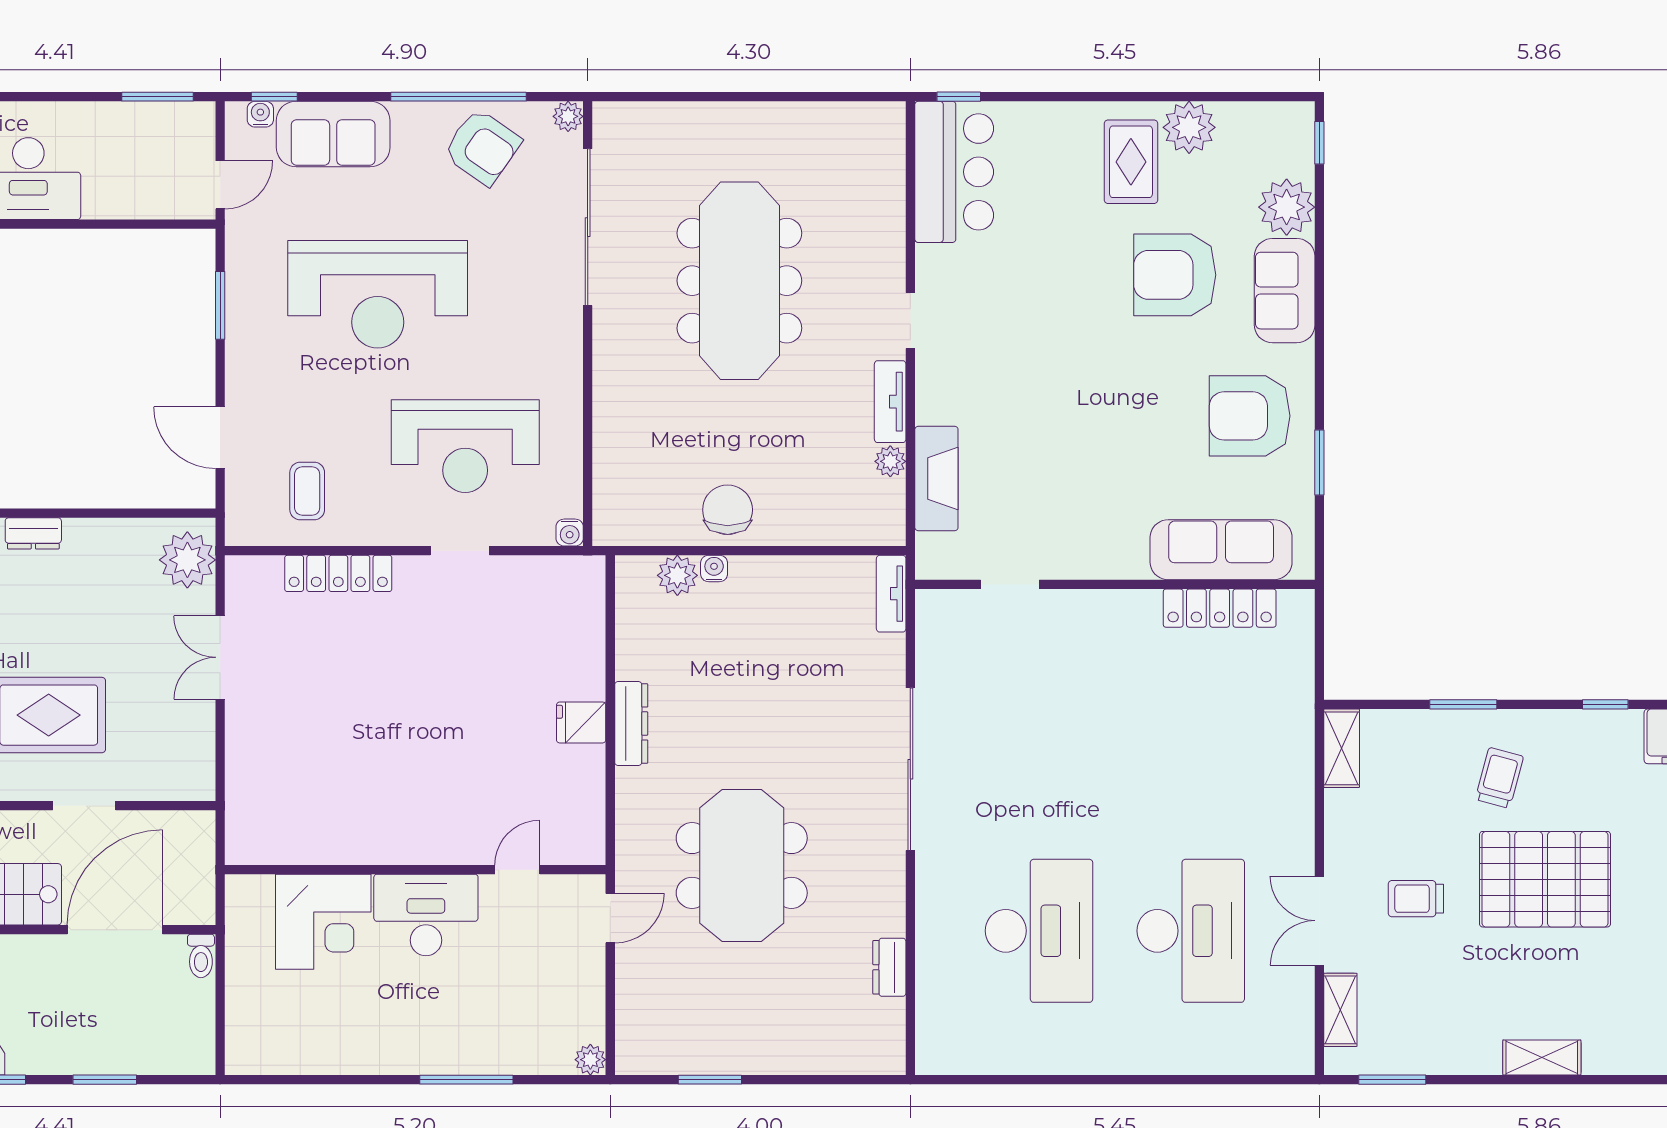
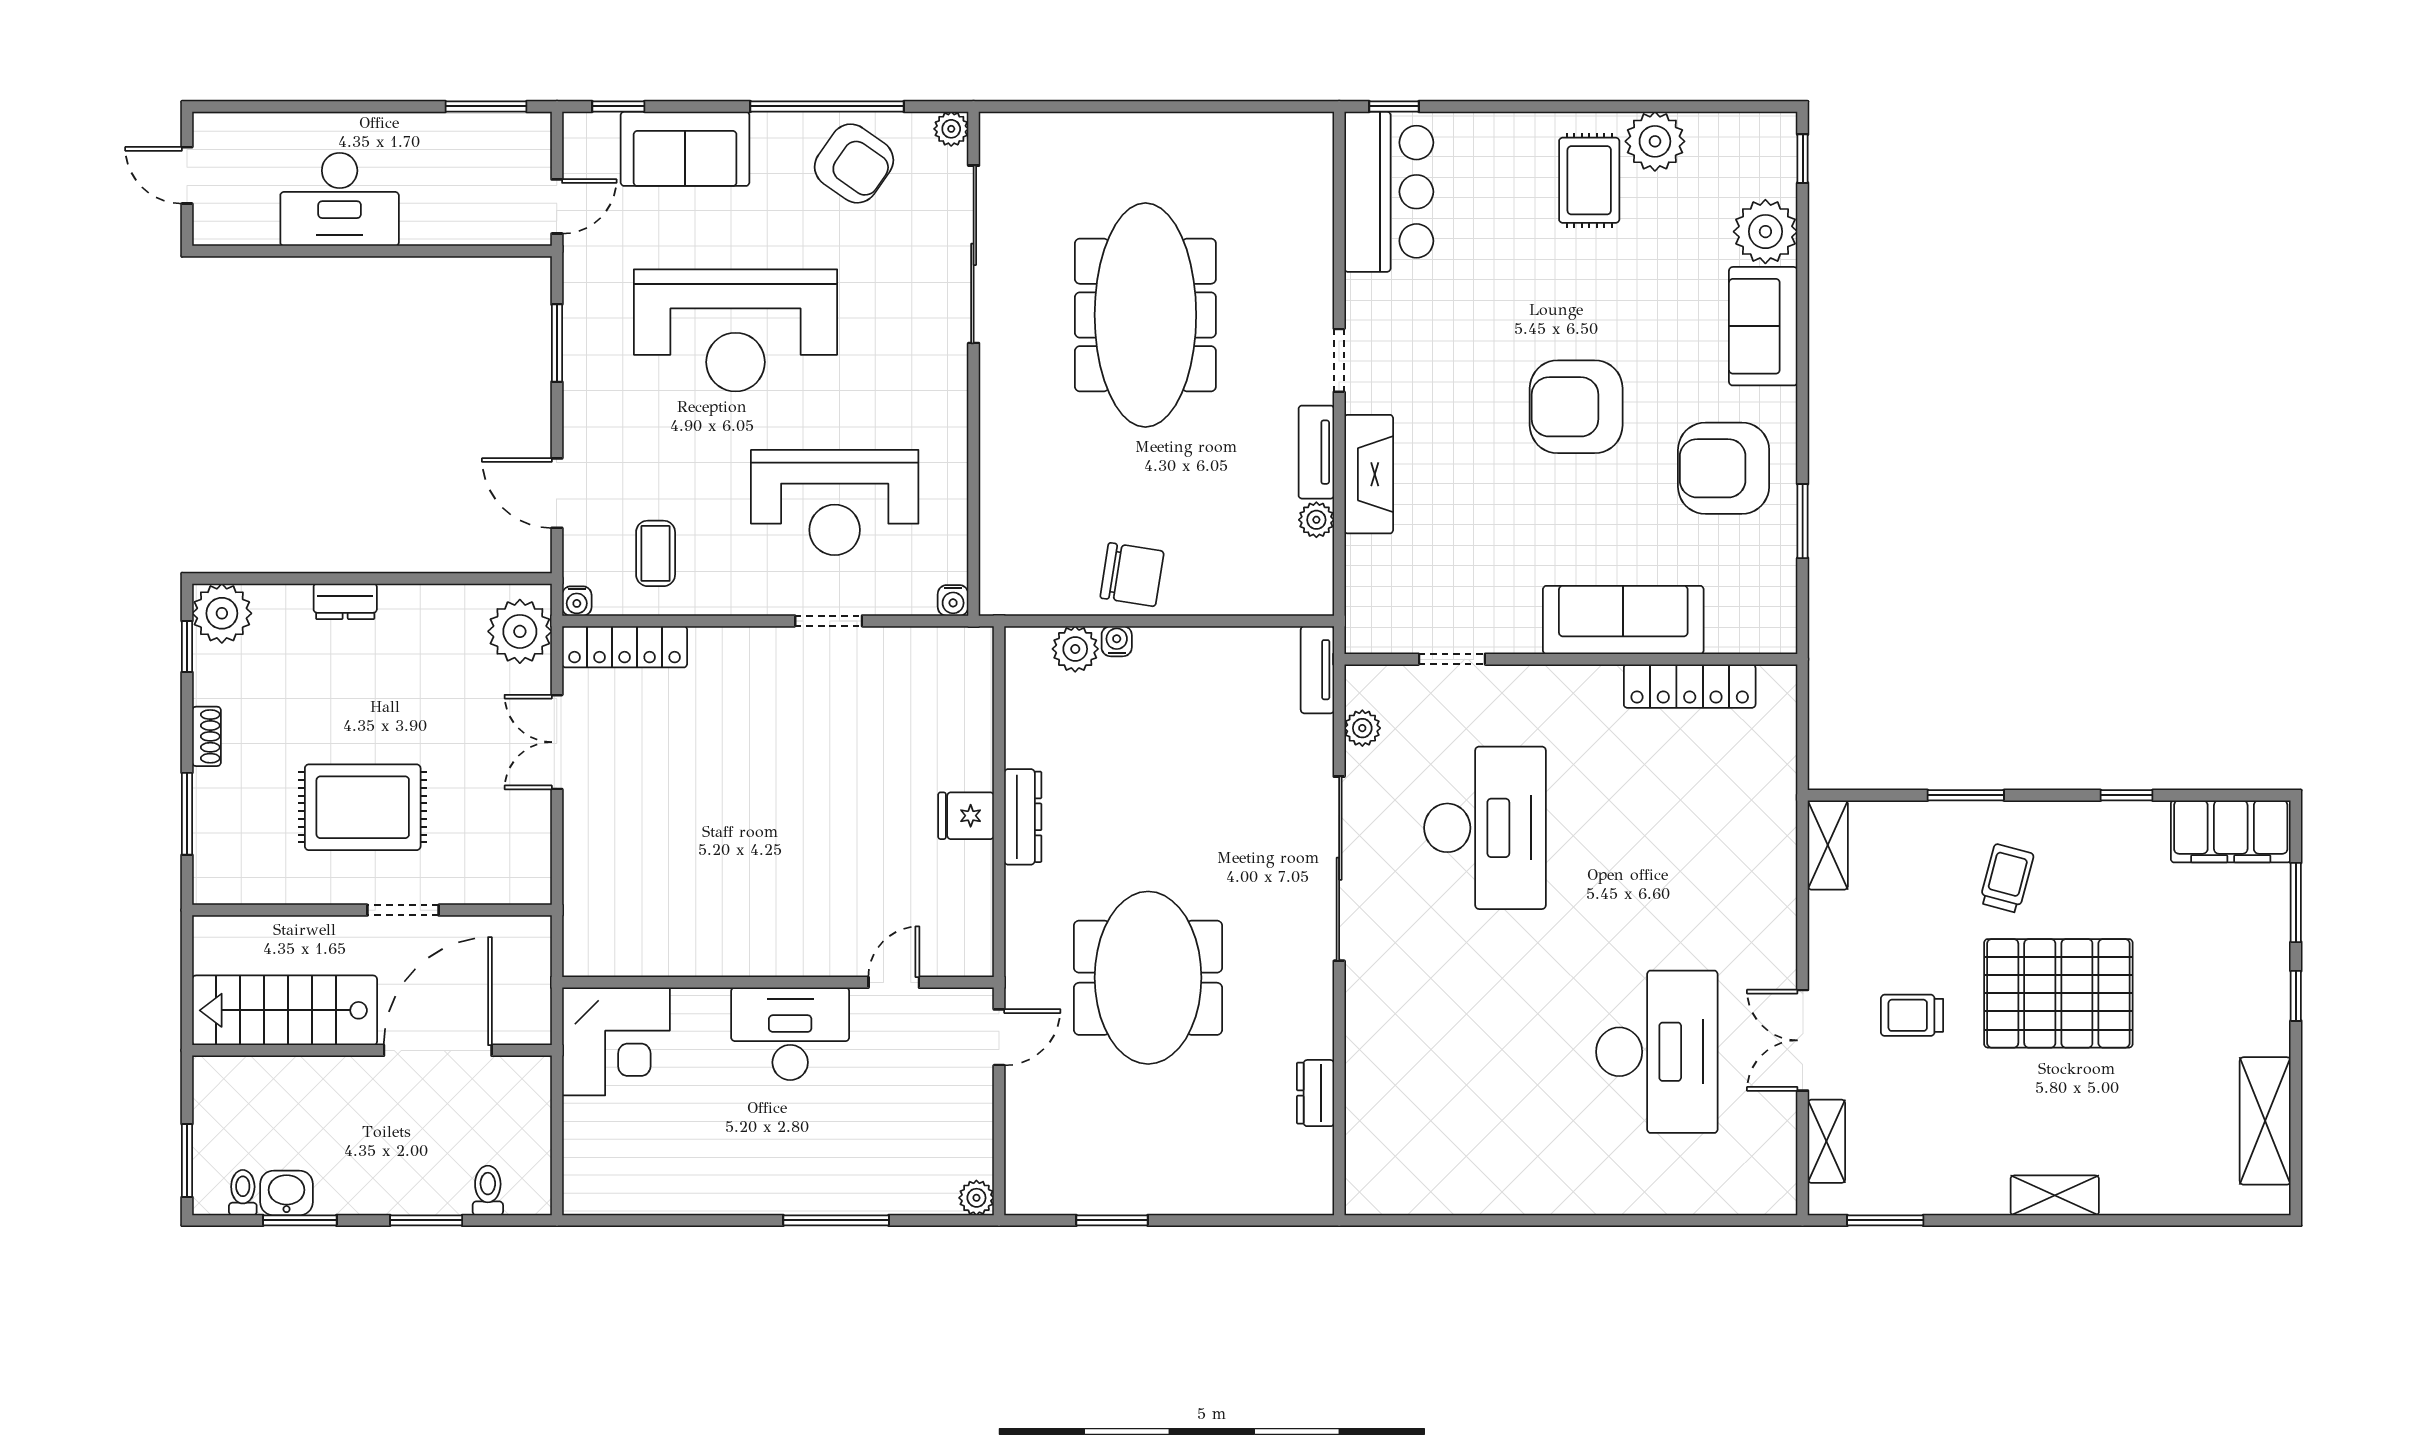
water cooler: (260, 114) -> (577, 601), moved, turned 180
armchair: (1175, 275) -> (1576, 407), moved
fireplace: (936, 478) -> (1369, 474), moved
chair: (728, 510) -> (1132, 575), turned 99
sofa: (1221, 550) -> (1623, 620), moved
locker: (338, 573) -> (625, 647), moved
plant: (931, 645) -> (1362, 728), added
corner desk: (323, 922) -> (616, 1041), moved
desk: (1039, 931) -> (1485, 828), moved
toilet: (201, 956) -> (488, 1191), moved, turned 180

